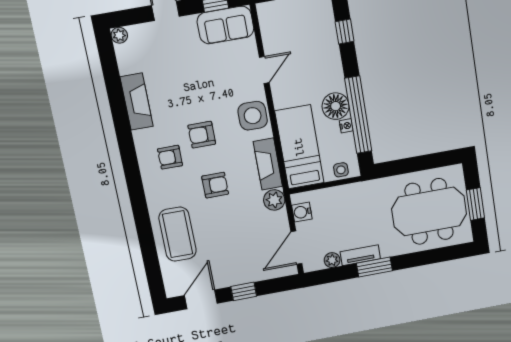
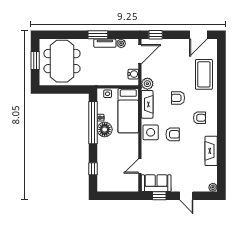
door: (264, 70) -> (140, 166), moved
armchair: (202, 135) -> (173, 134), moved
meeting table: (429, 211) -> (62, 61), turned 90
window: (244, 291) -> (156, 35), moved

